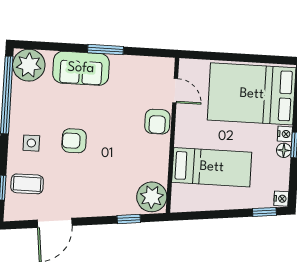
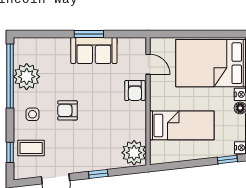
plant: (29, 65) -> (27, 77), moved
sofa: (81, 68) -> (94, 50), moved
window: (129, 219) -> (98, 174), moved

